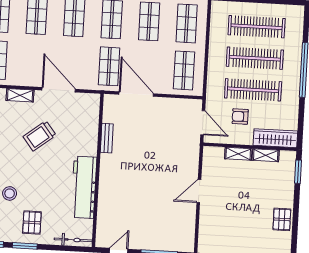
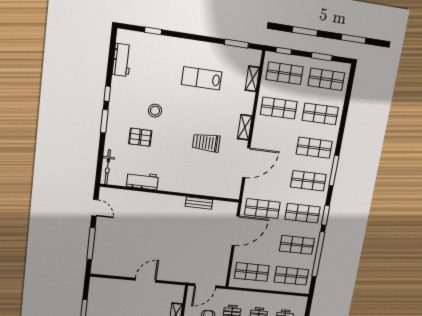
trolley: (40, 136) -> (206, 143), turned -52
workbench: (84, 187) -> (142, 181), width x0.53, depth x0.76
door: (199, 191) -> (146, 280), hinge flipped
pallet: (32, 222) -> (140, 137), moved

